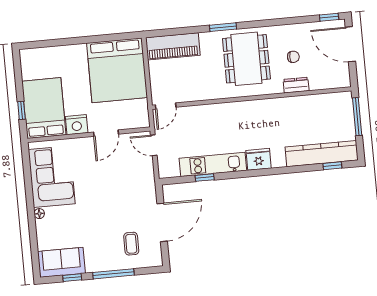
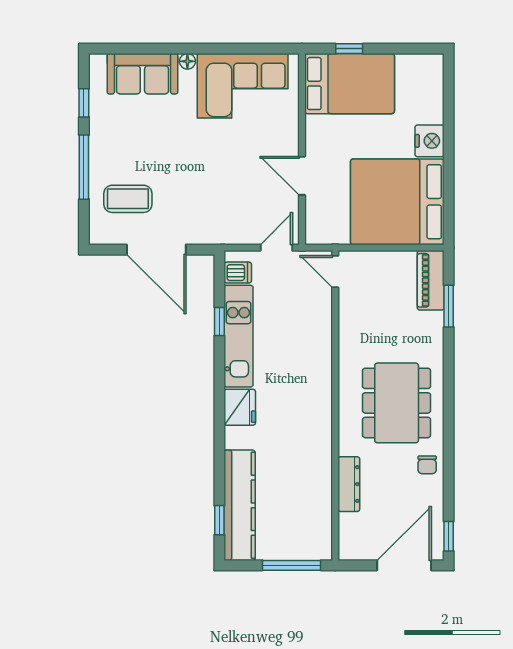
window: (223, 27) -> (449, 306), moved
piano: (173, 46) -> (431, 280), width x0.73, depth x0.75
chair: (293, 57) -> (427, 465), moved
dining table: (246, 59) -> (397, 403), turned 90
dresser: (296, 85) -> (349, 484), width x1.44
nightstand: (77, 125) -> (430, 141), moved, turned 180
dishwasher: (172, 169) -> (238, 273), added
coffee table: (131, 244) -> (128, 199), width x1.36, depth x1.30
sofa: (61, 262) -> (142, 74), moved, turned 90

